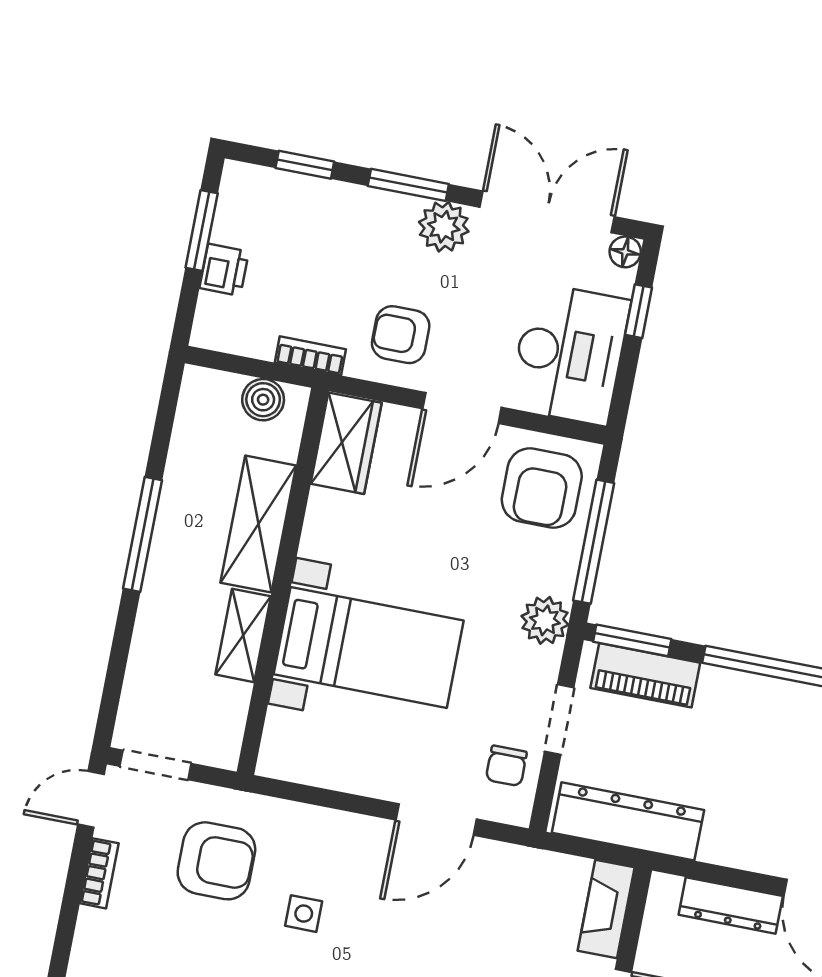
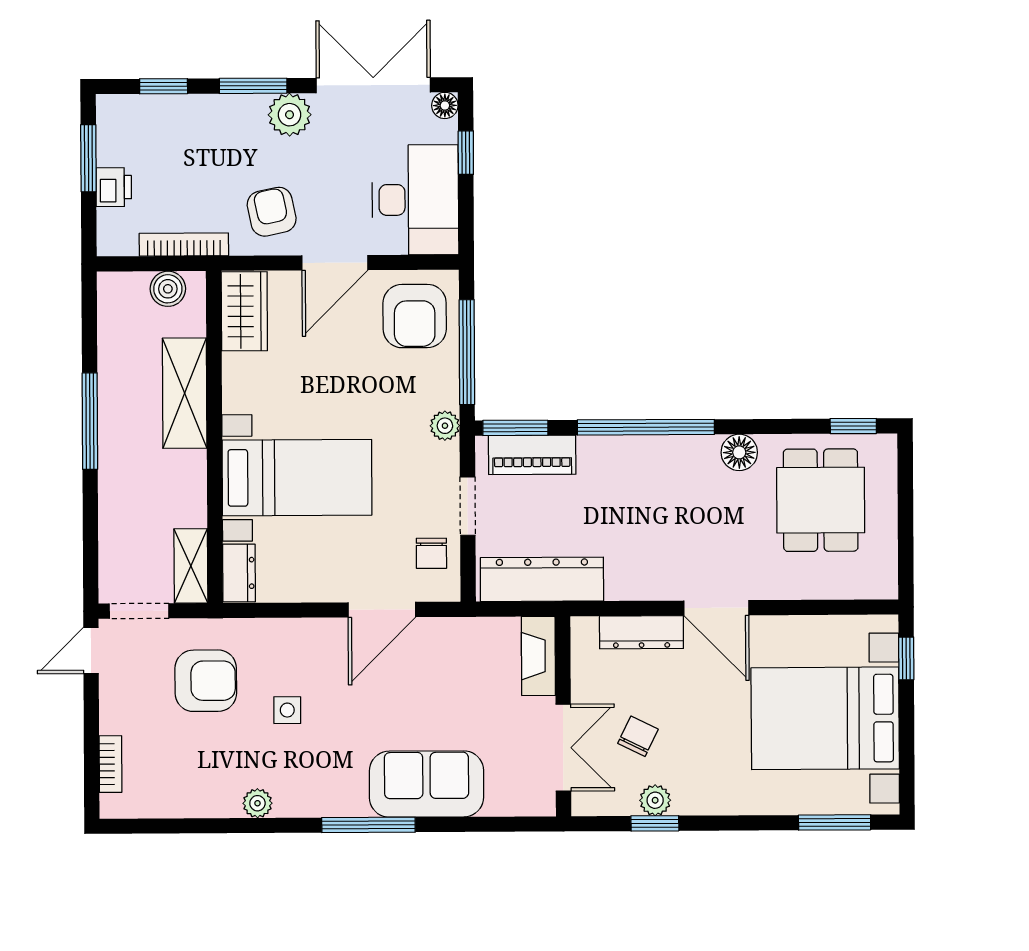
armchair: (401, 335) -> (272, 212), turned 78
bookcase: (310, 356) -> (184, 245), width x1.56
plant: (545, 620) -> (445, 426), width x0.73, depth x0.73
shelving: (243, 635) -> (191, 566), moved
dresser: (280, 744) -> (239, 573), added
bookcase: (99, 873) -> (110, 764), moved

